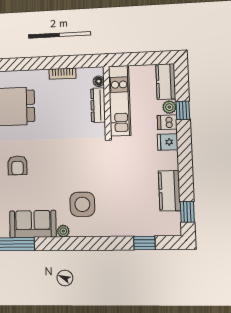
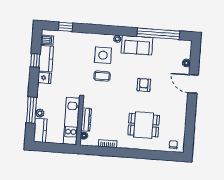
window: (183, 110) -> (32, 110), width x2.17
dishwasher: (167, 122) -> (47, 40), moved
fridge: (168, 142) -> (45, 78), moved
coffee table: (81, 172) -> (102, 76), added
window: (187, 212) -> (35, 60), moved

